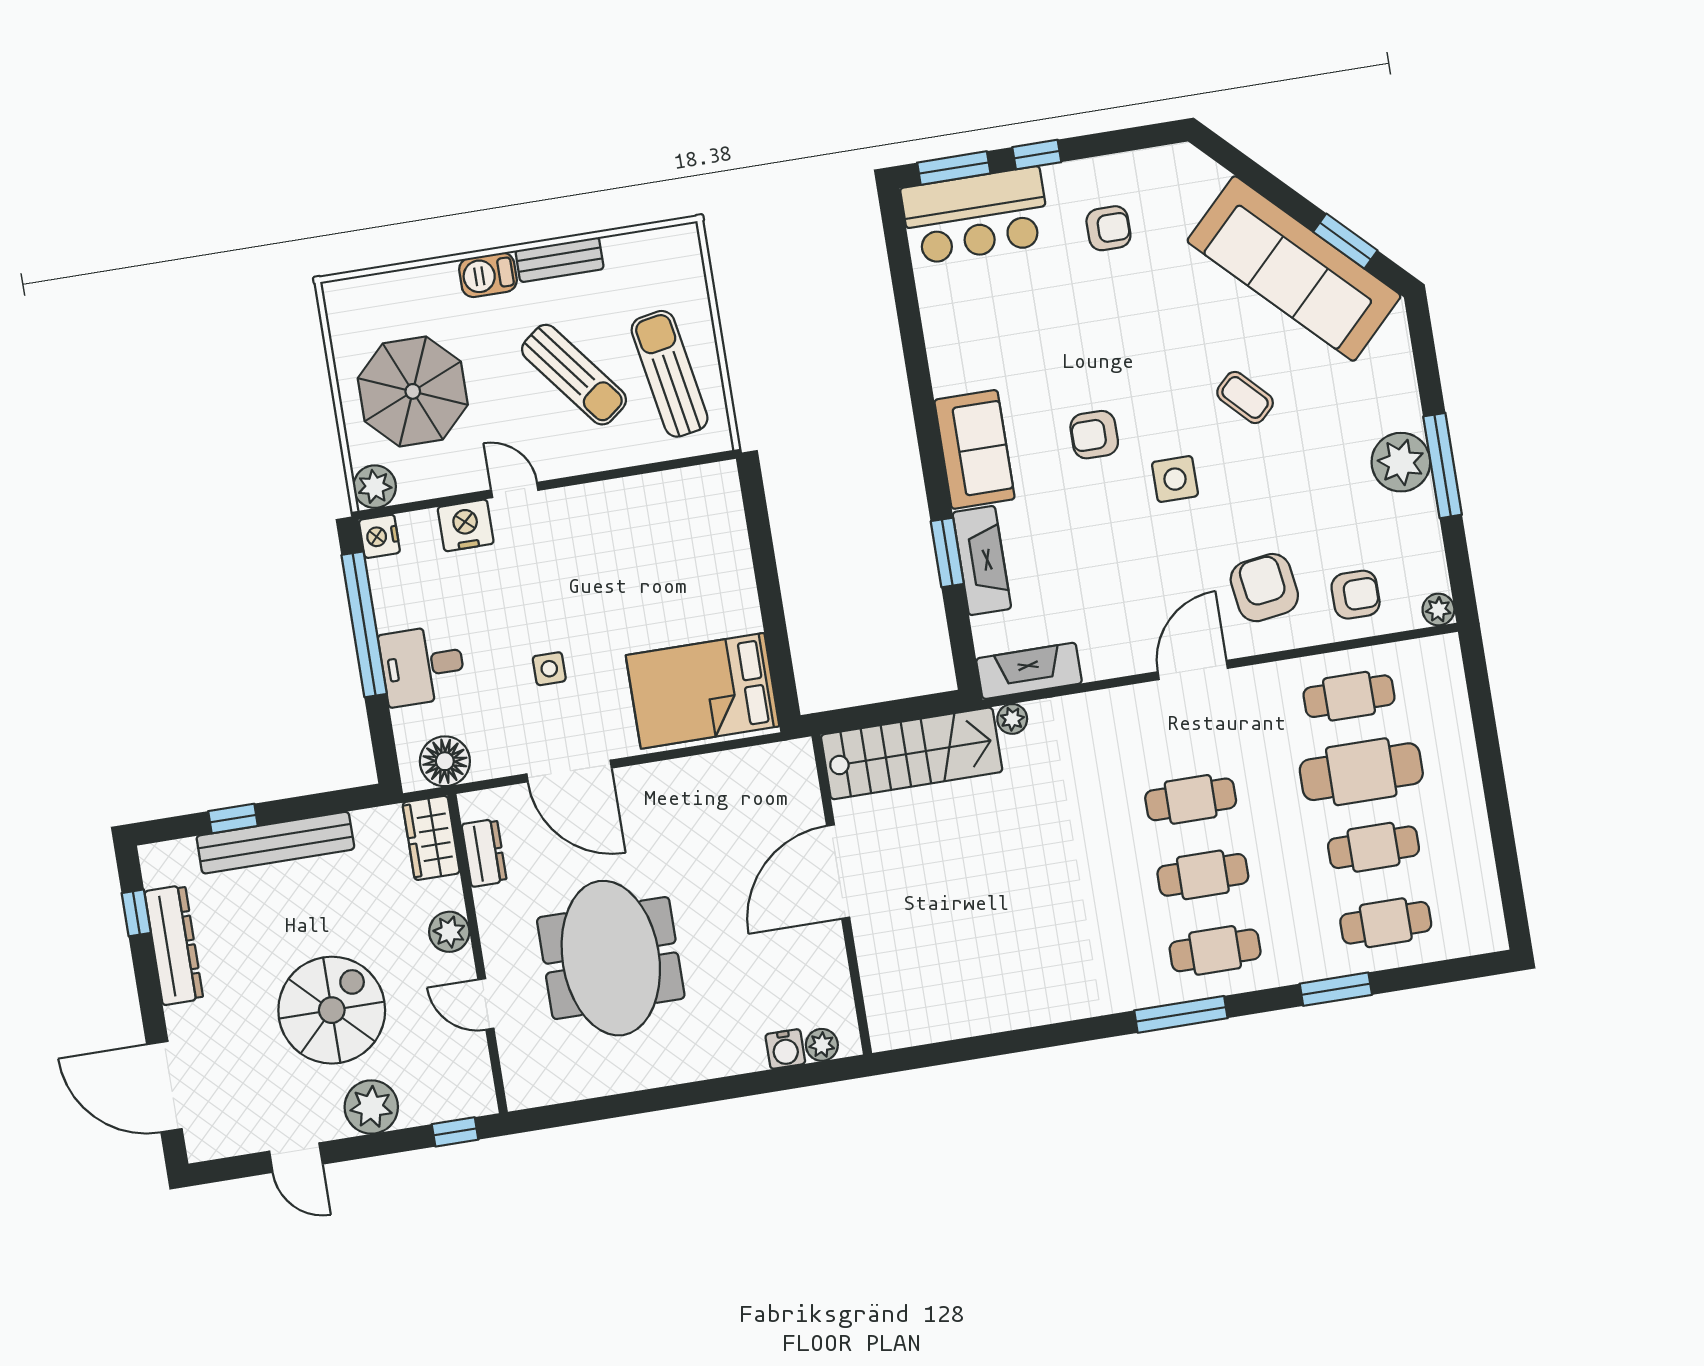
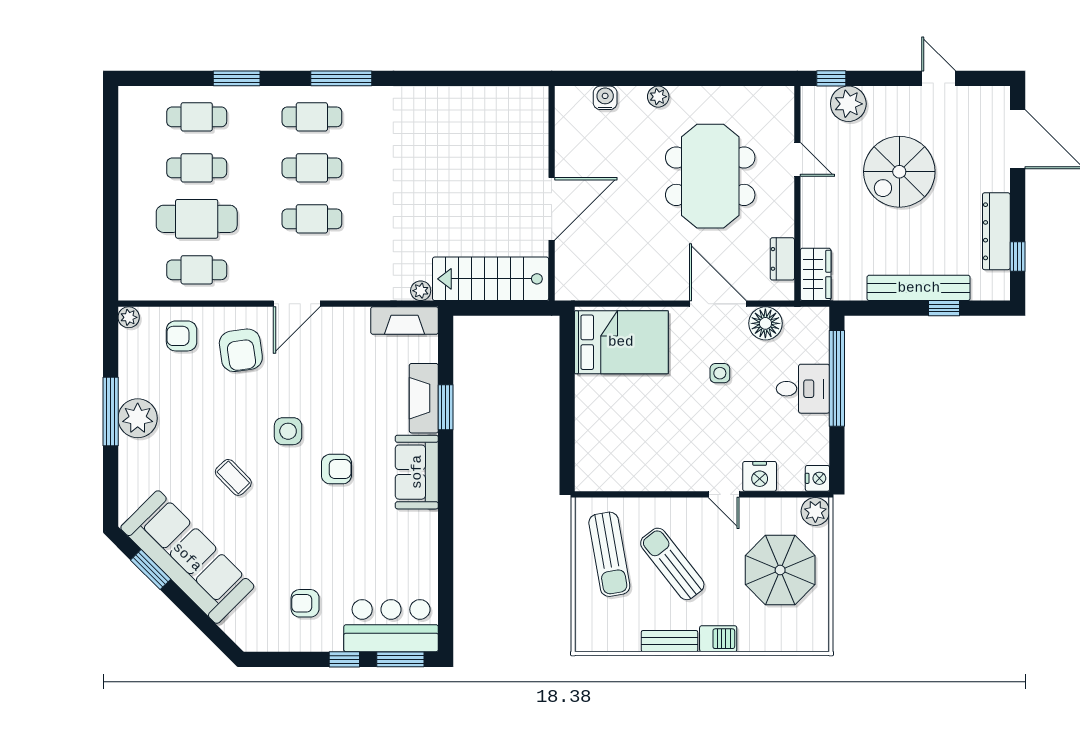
window: (364, 624) -> (837, 378), moved
floor lamp: (445, 761) -> (765, 323), moved
plant: (449, 932) -> (814, 211), removed
plant: (822, 1045) -> (658, 97), moved
plant: (371, 1107) -> (848, 104), moved

